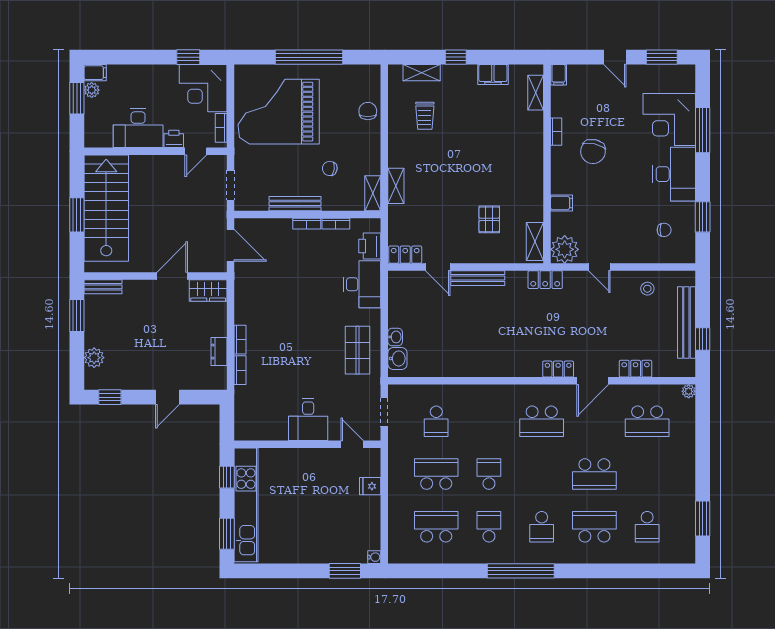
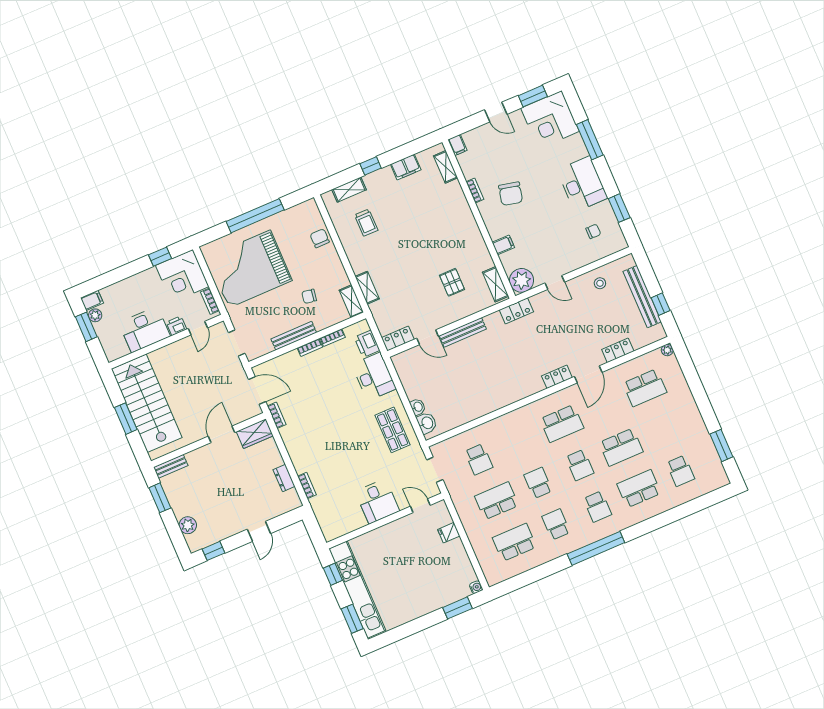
corner desk: (669, 119) -> (550, 120), moved
bookcase: (240, 340) -> (277, 415), moved
school desk: (542, 474) -> (580, 465), added

